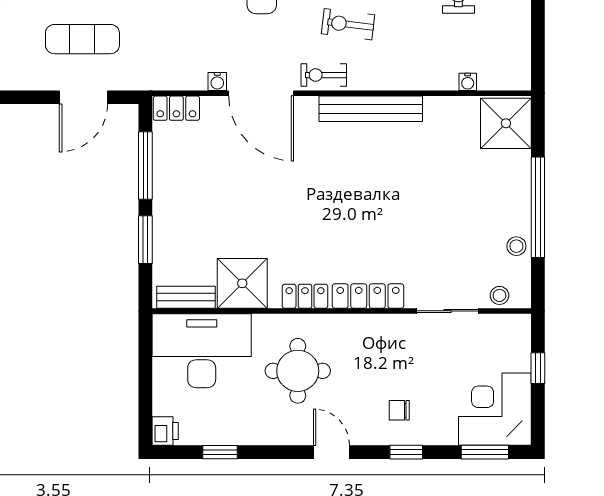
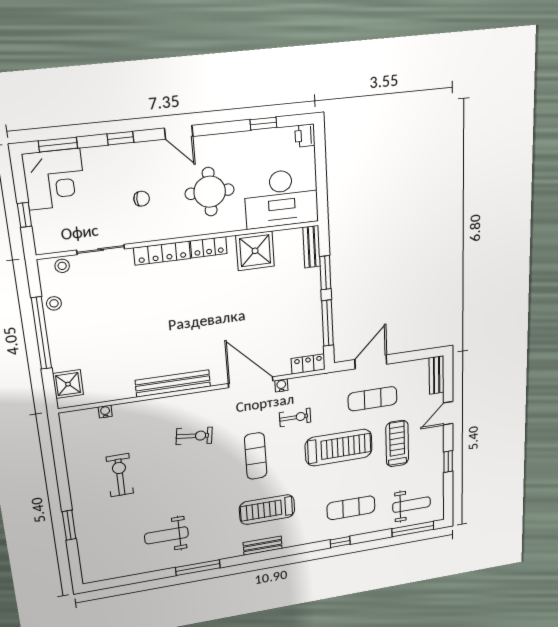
exercise bike: (324, 75) -> (295, 417), moved
shower: (506, 123) -> (68, 384), width x0.73, depth x0.73
bench: (186, 297) -> (312, 247), moved, turned 90
chair: (399, 410) -> (142, 199), moved

